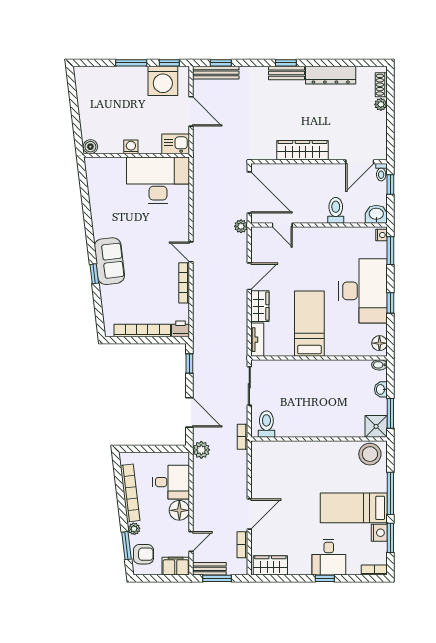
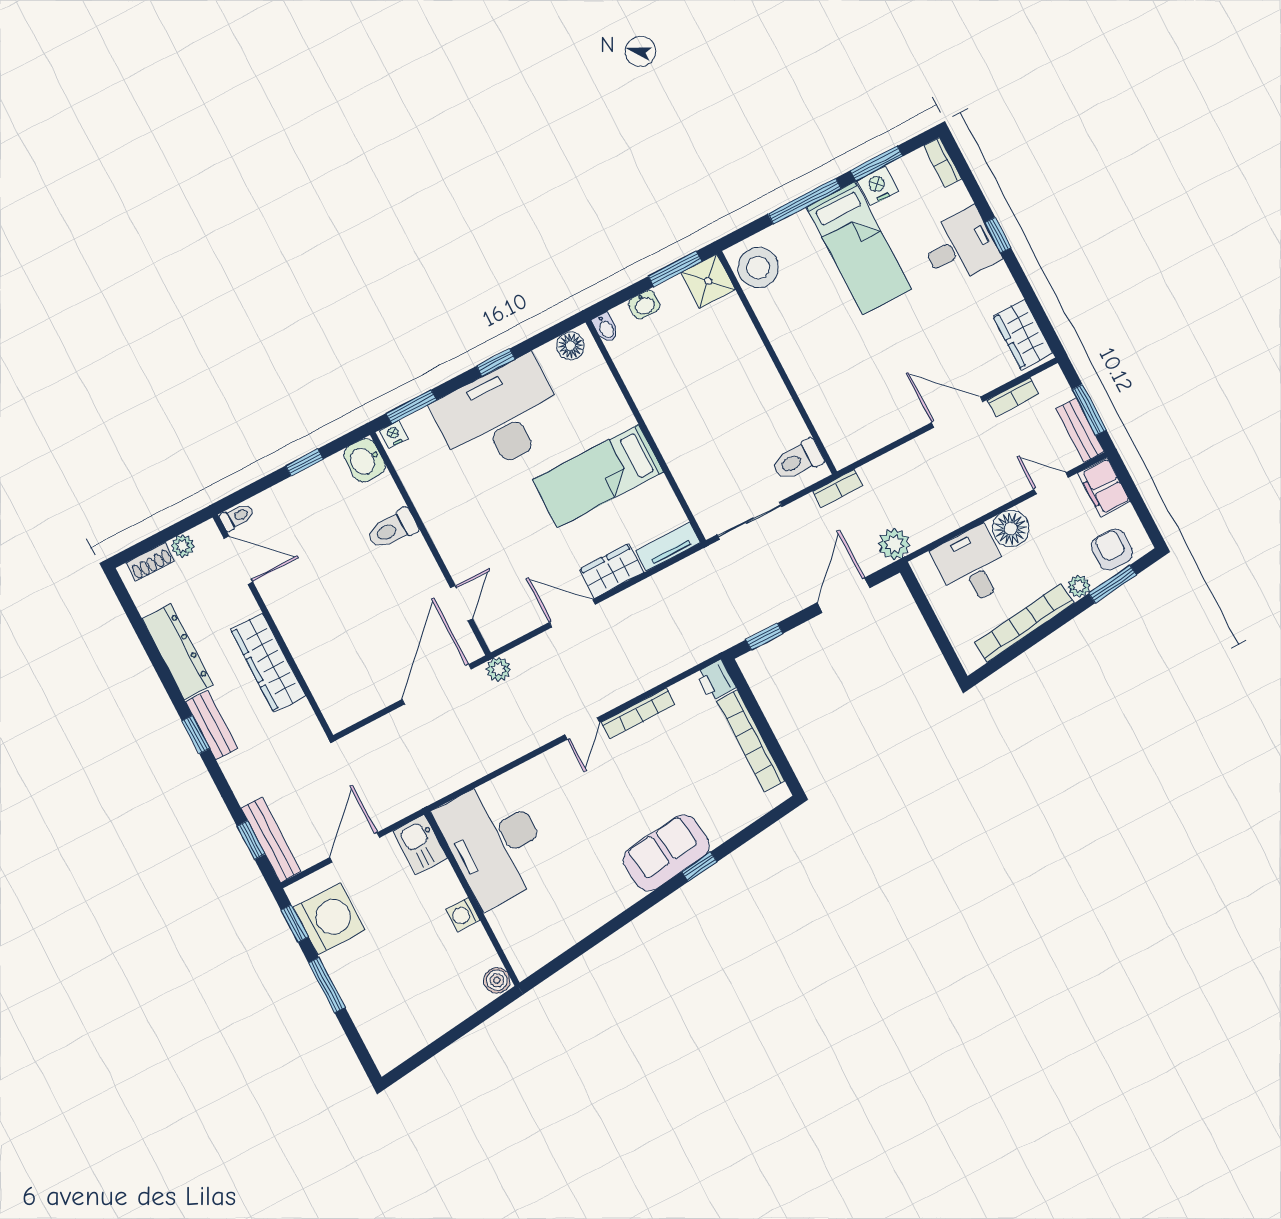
wardrobe: (302, 150) -> (268, 663), moved
wall: (319, 162) -> (273, 626), moved
door: (360, 162) -> (238, 560), moved
toilet: (381, 172) -> (237, 517), moved

